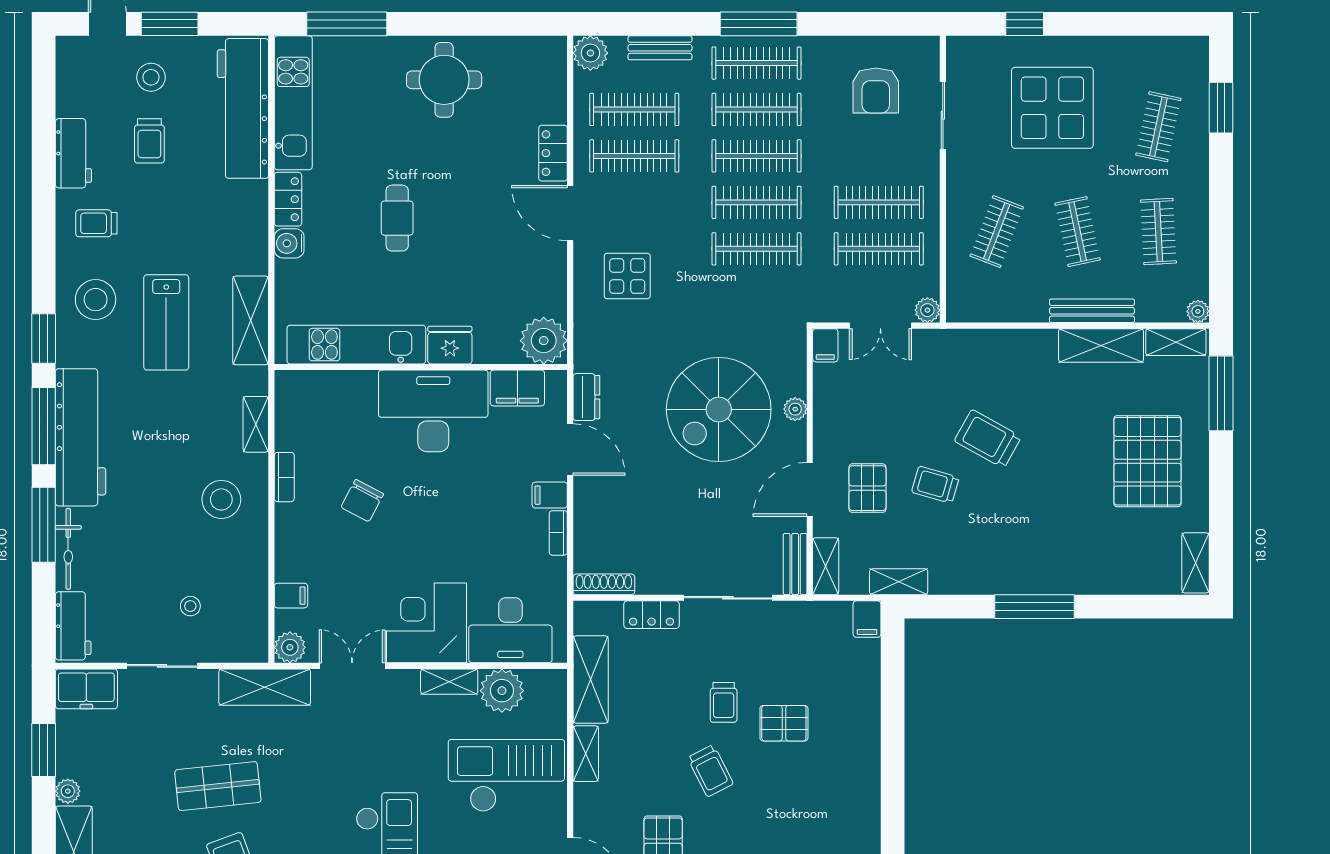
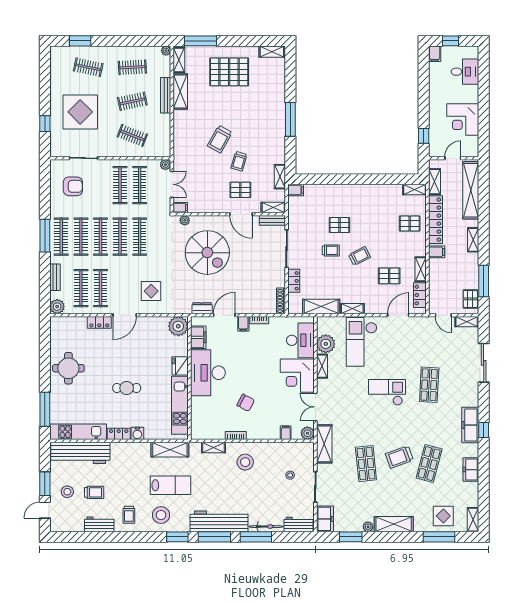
plant: (795, 409) -> (185, 220), moved
pallet: (784, 723) -> (339, 225), turned 90

